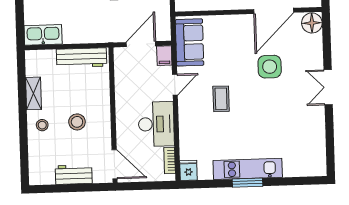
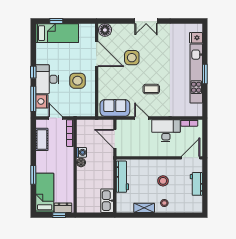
filing cabinet: (164, 56) -> (123, 124), removed
kitchen unit: (248, 169) -> (196, 74), width x1.36
fridge: (188, 170) -> (196, 38), moved

